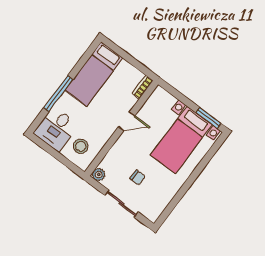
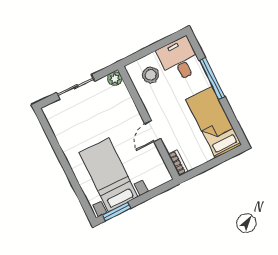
chair: (138, 177) -> (93, 115), removed

